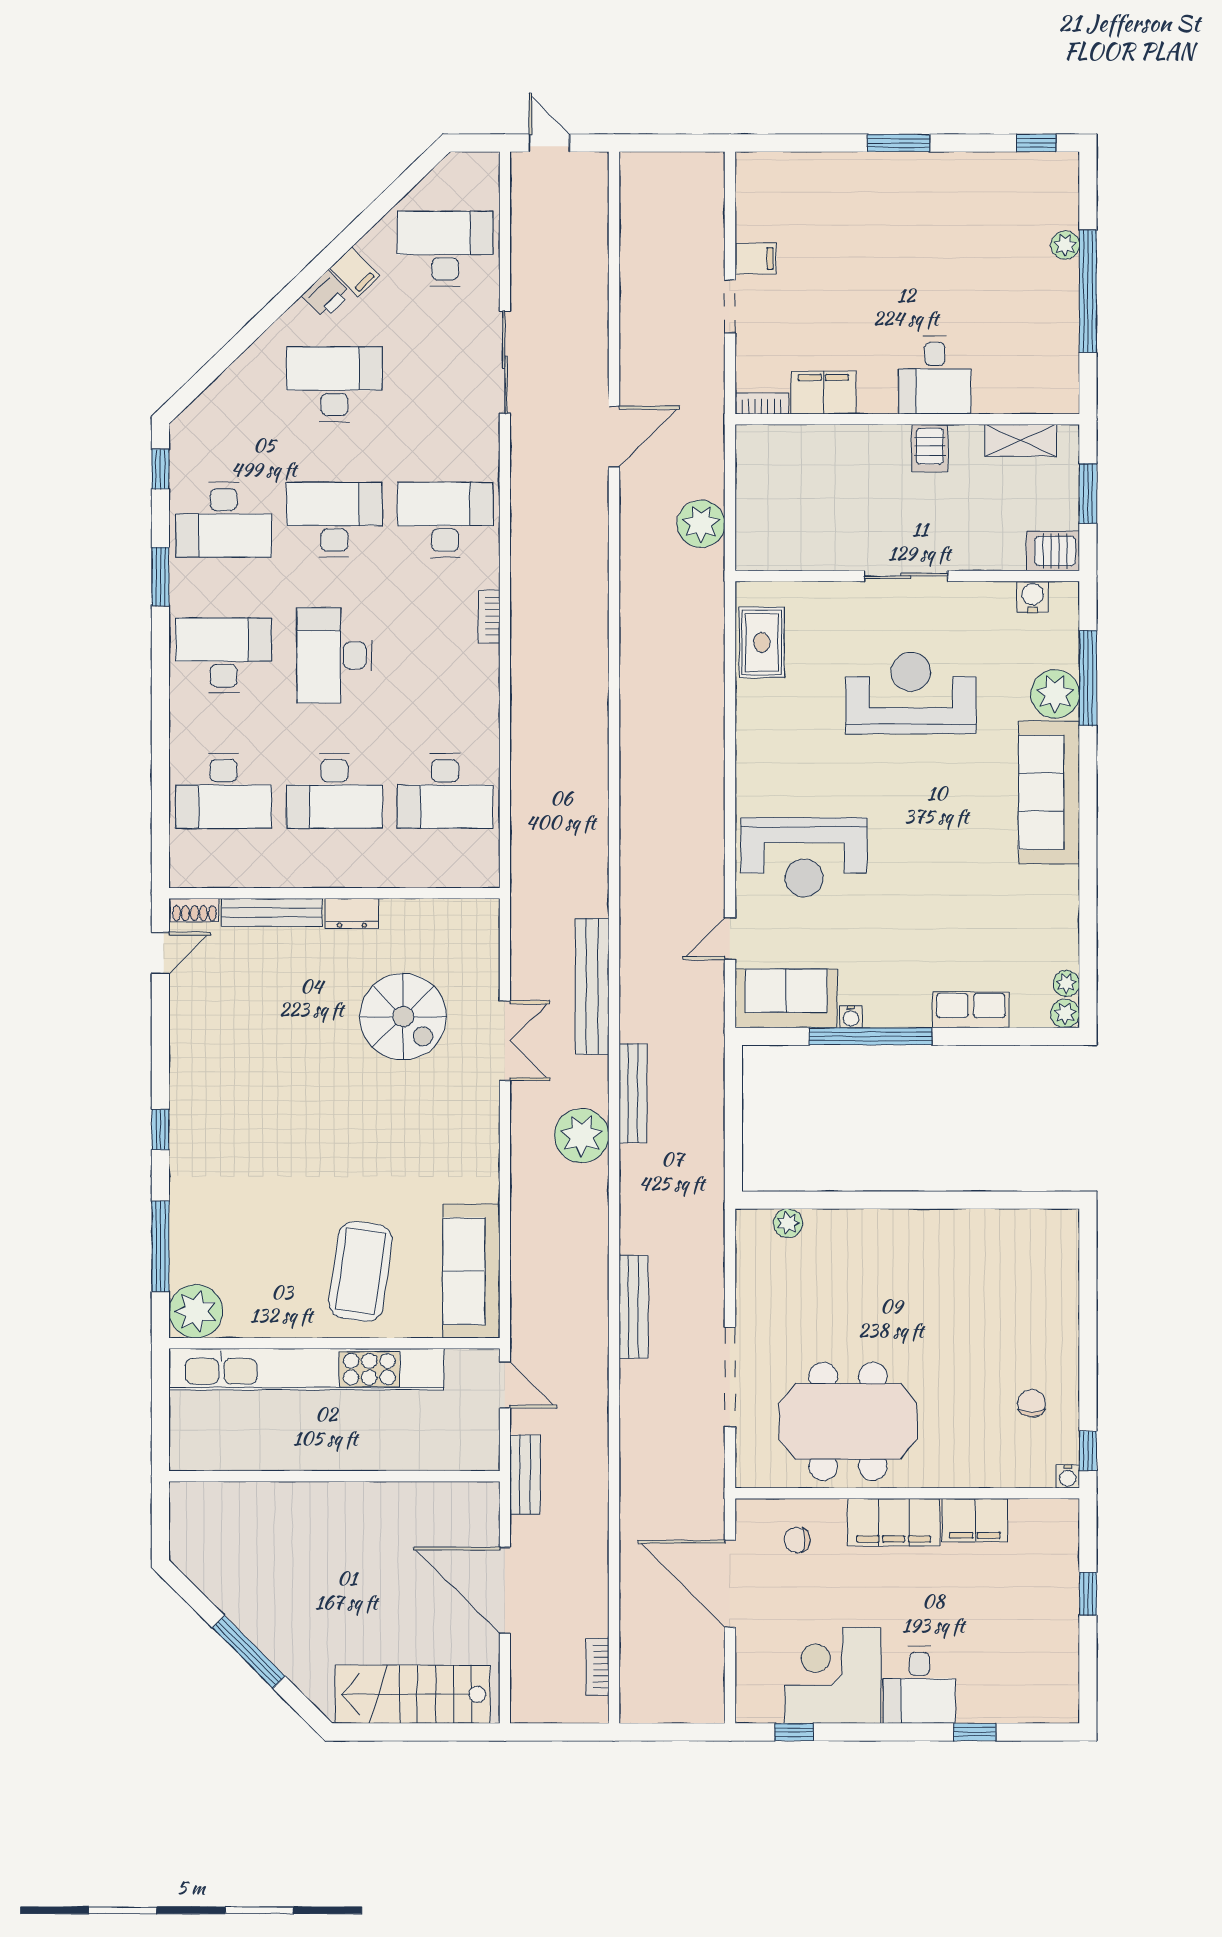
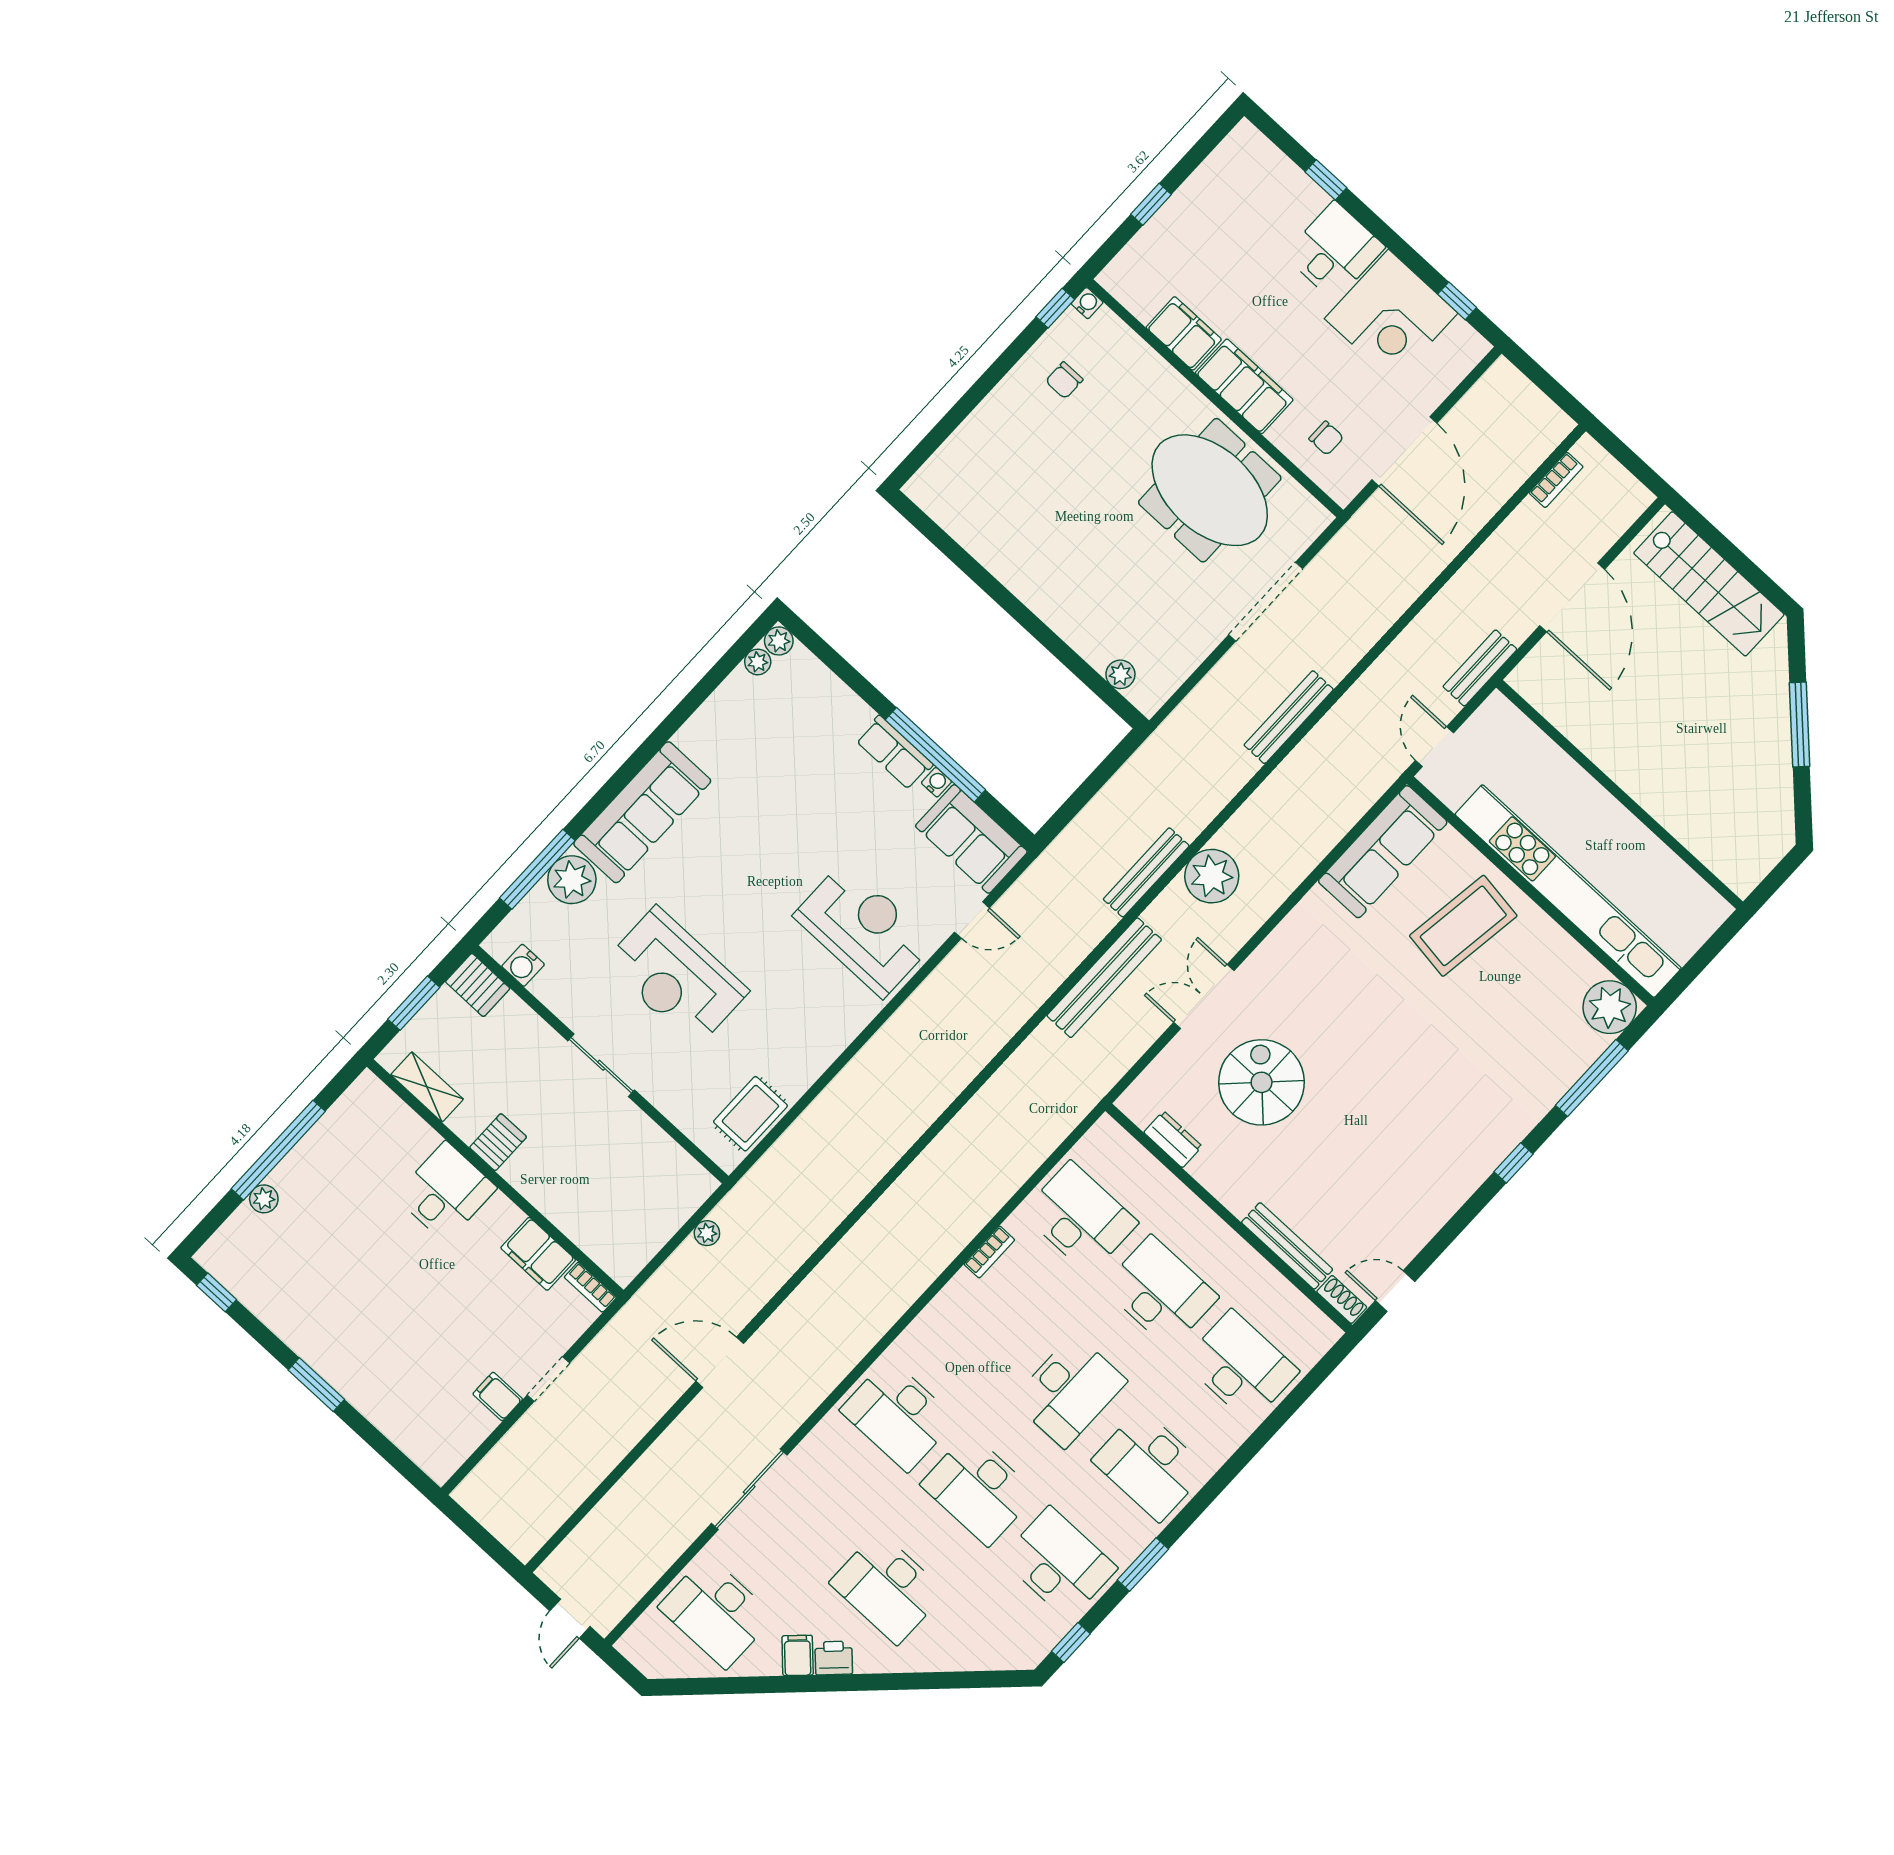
plant: (701, 524) -> (707, 1233), width x0.53, depth x0.53
bookcase: (489, 616) -> (989, 1252), moved
dresser: (352, 913) -> (1173, 1139), moved
row of seats: (971, 1010) -> (894, 753), moved

